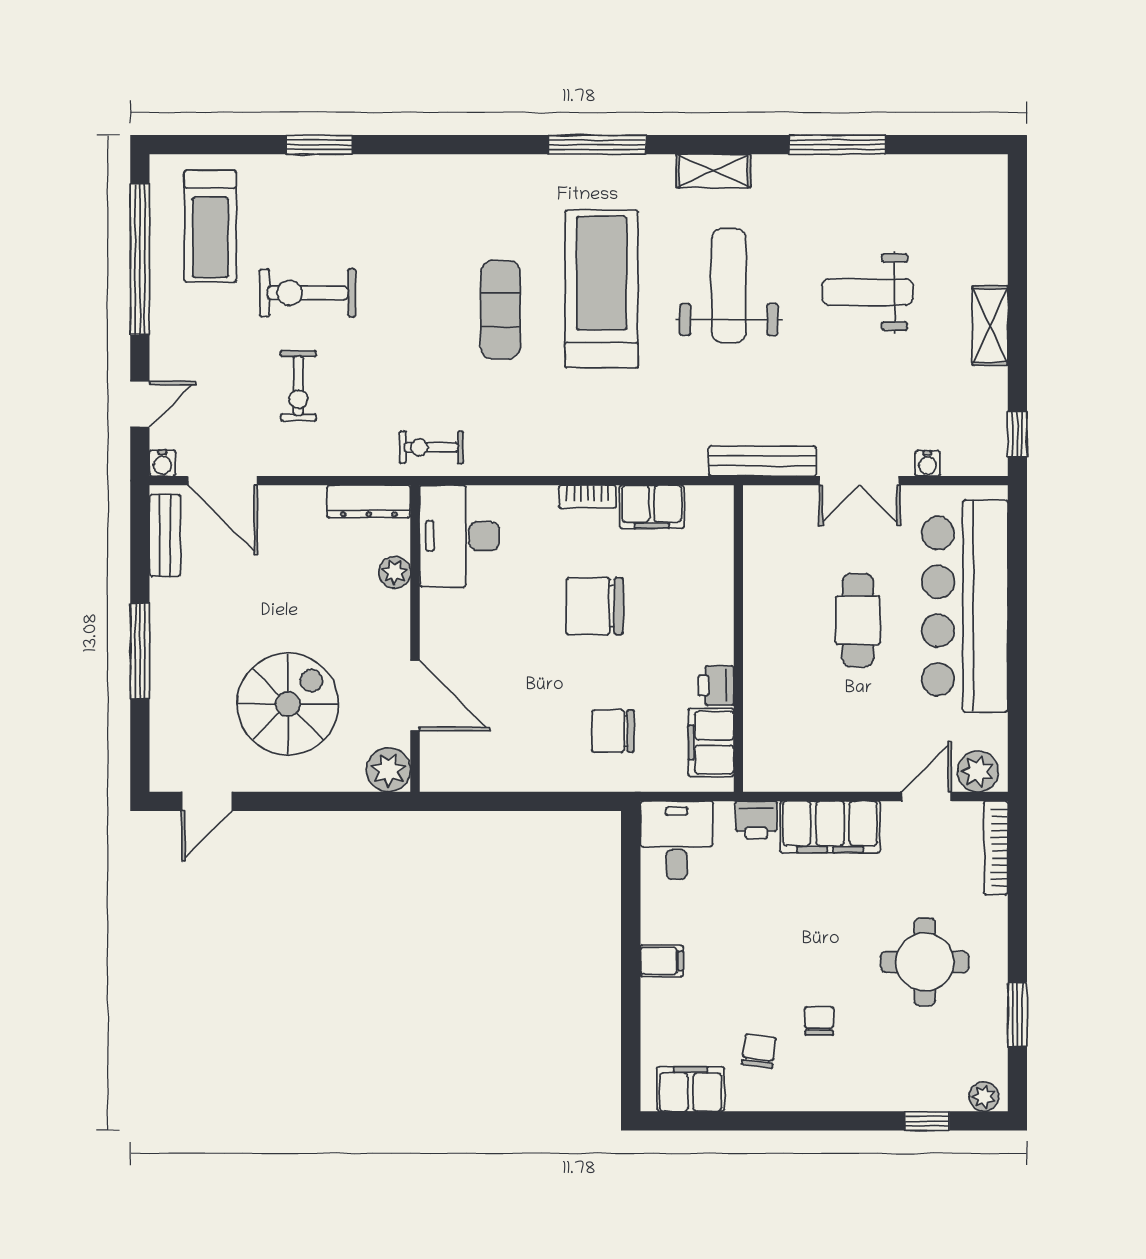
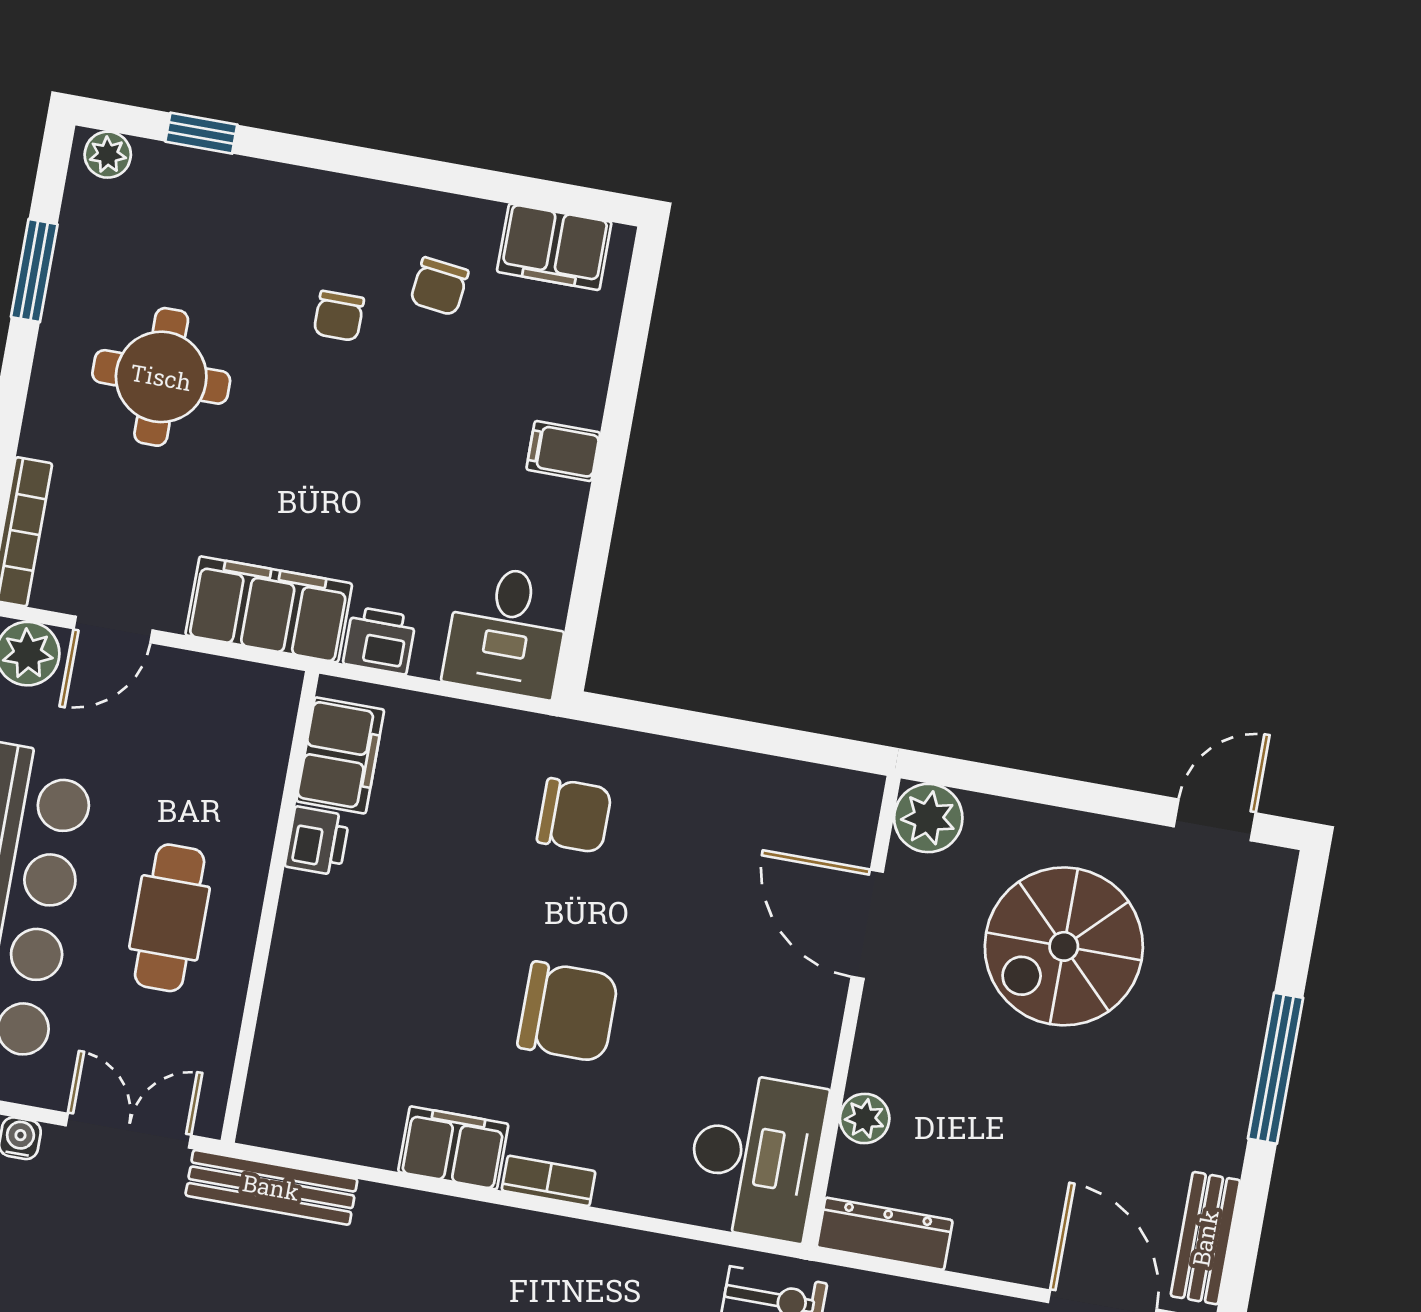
wall: (738, 639) -> (270, 907), moved
printer: (716, 686) -> (317, 841), moved
filing cabinet: (711, 743) -> (340, 755), moved

